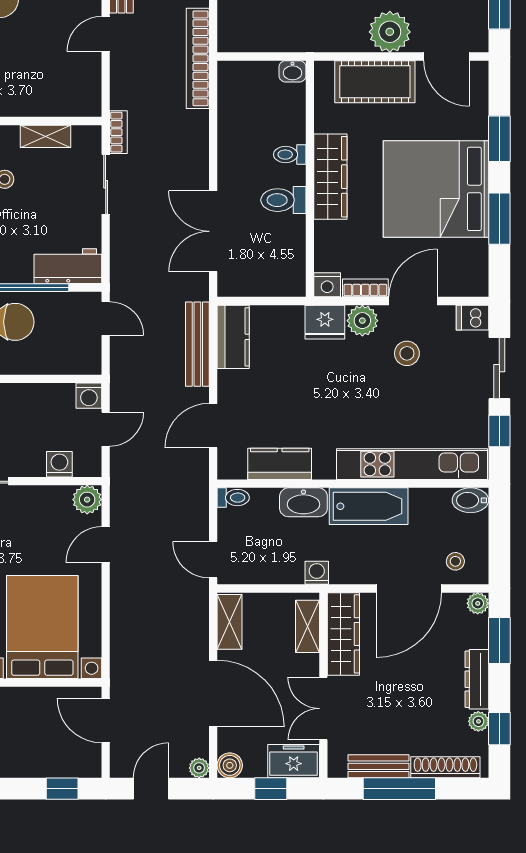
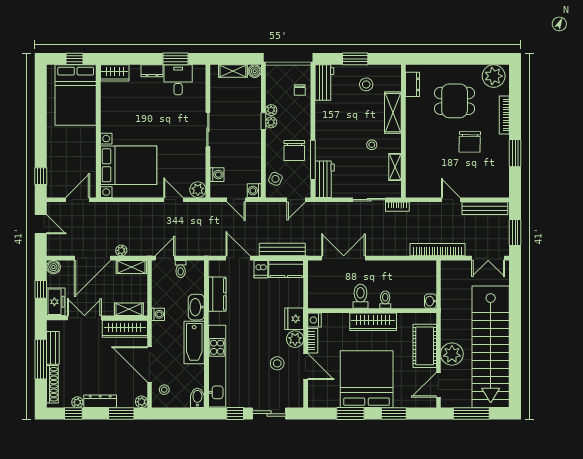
dishwasher: (472, 318) -> (261, 269), moved, turned 180
side table: (67, 357) -> (275, 179), added
toilet: (233, 498) -> (181, 269), moved
plant: (199, 768) -> (121, 250), moved

